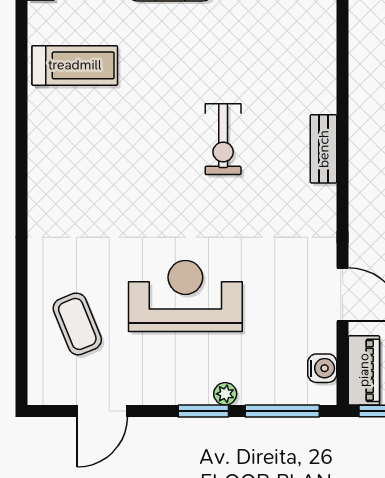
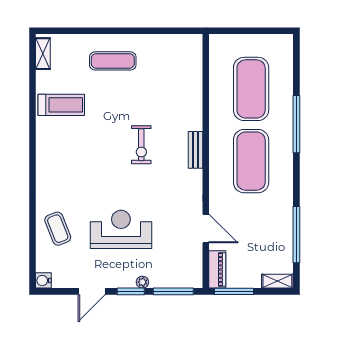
coffee table: (77, 324) -> (58, 229), moved
water cooler: (322, 368) -> (43, 280), moved, turned 180
door: (102, 411) -> (92, 291), moved

